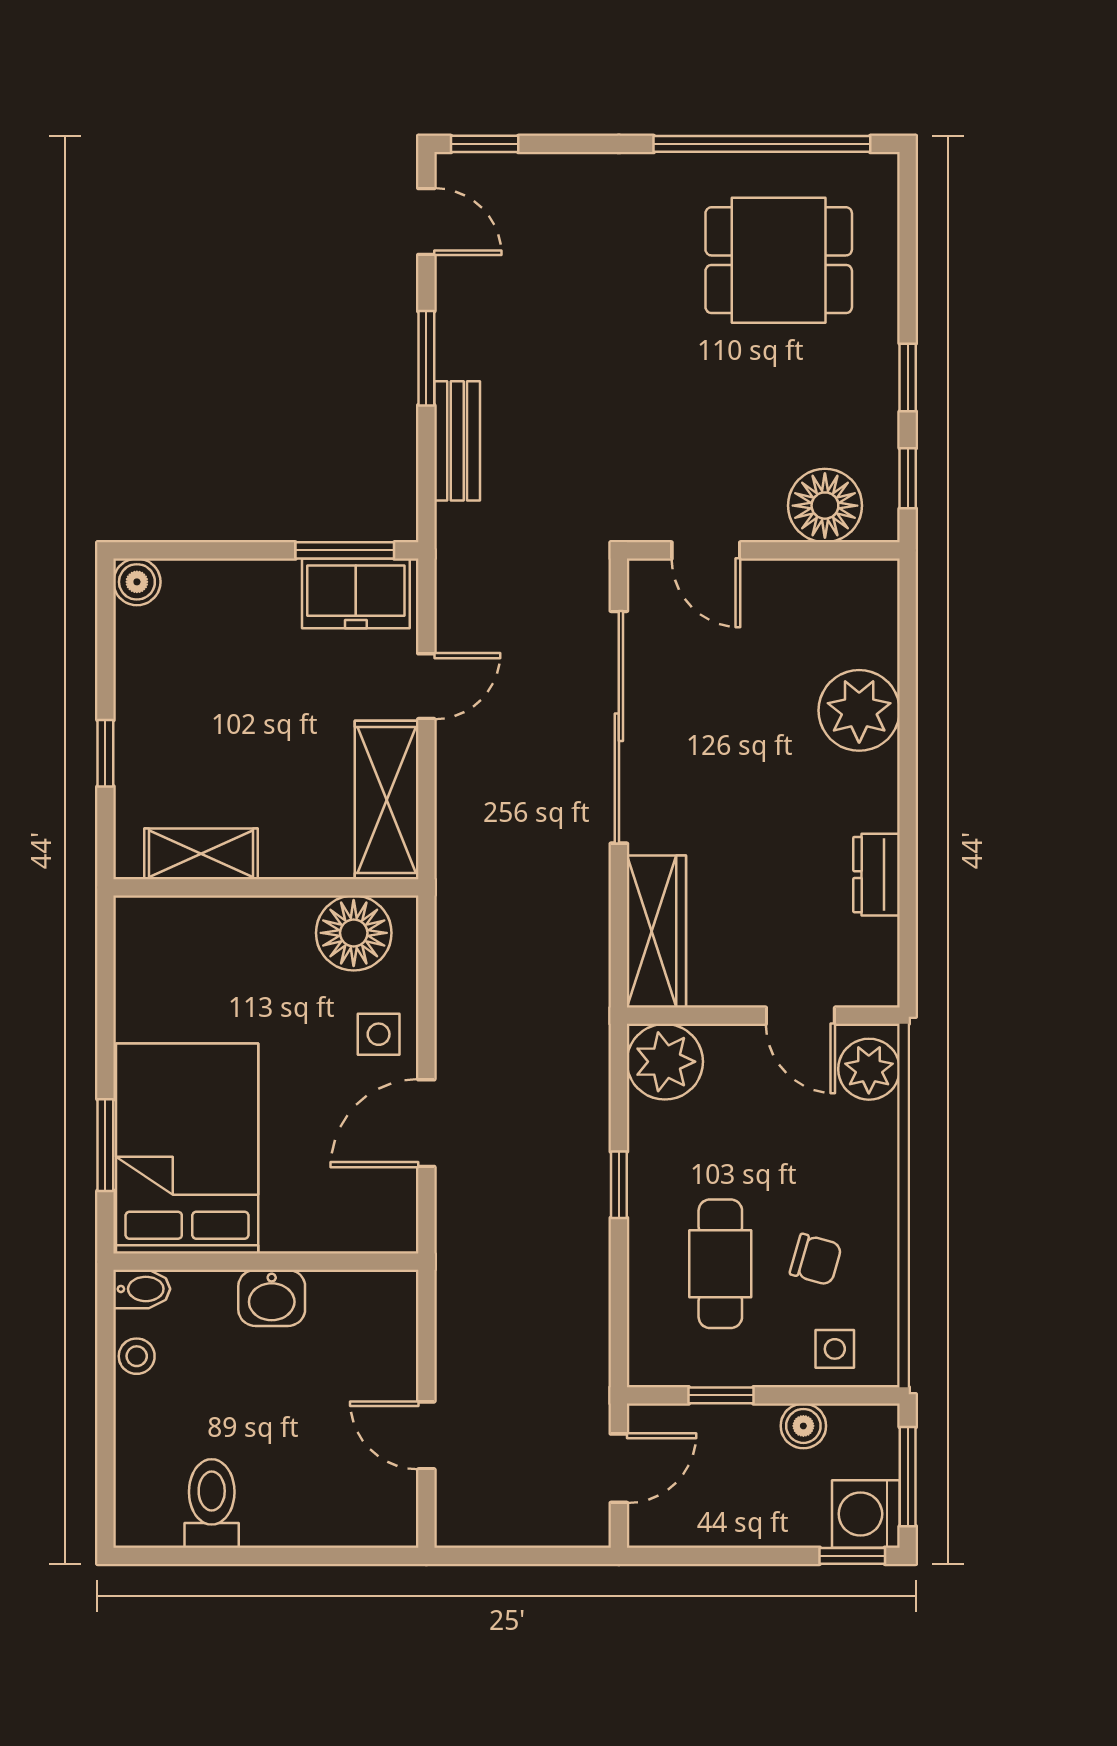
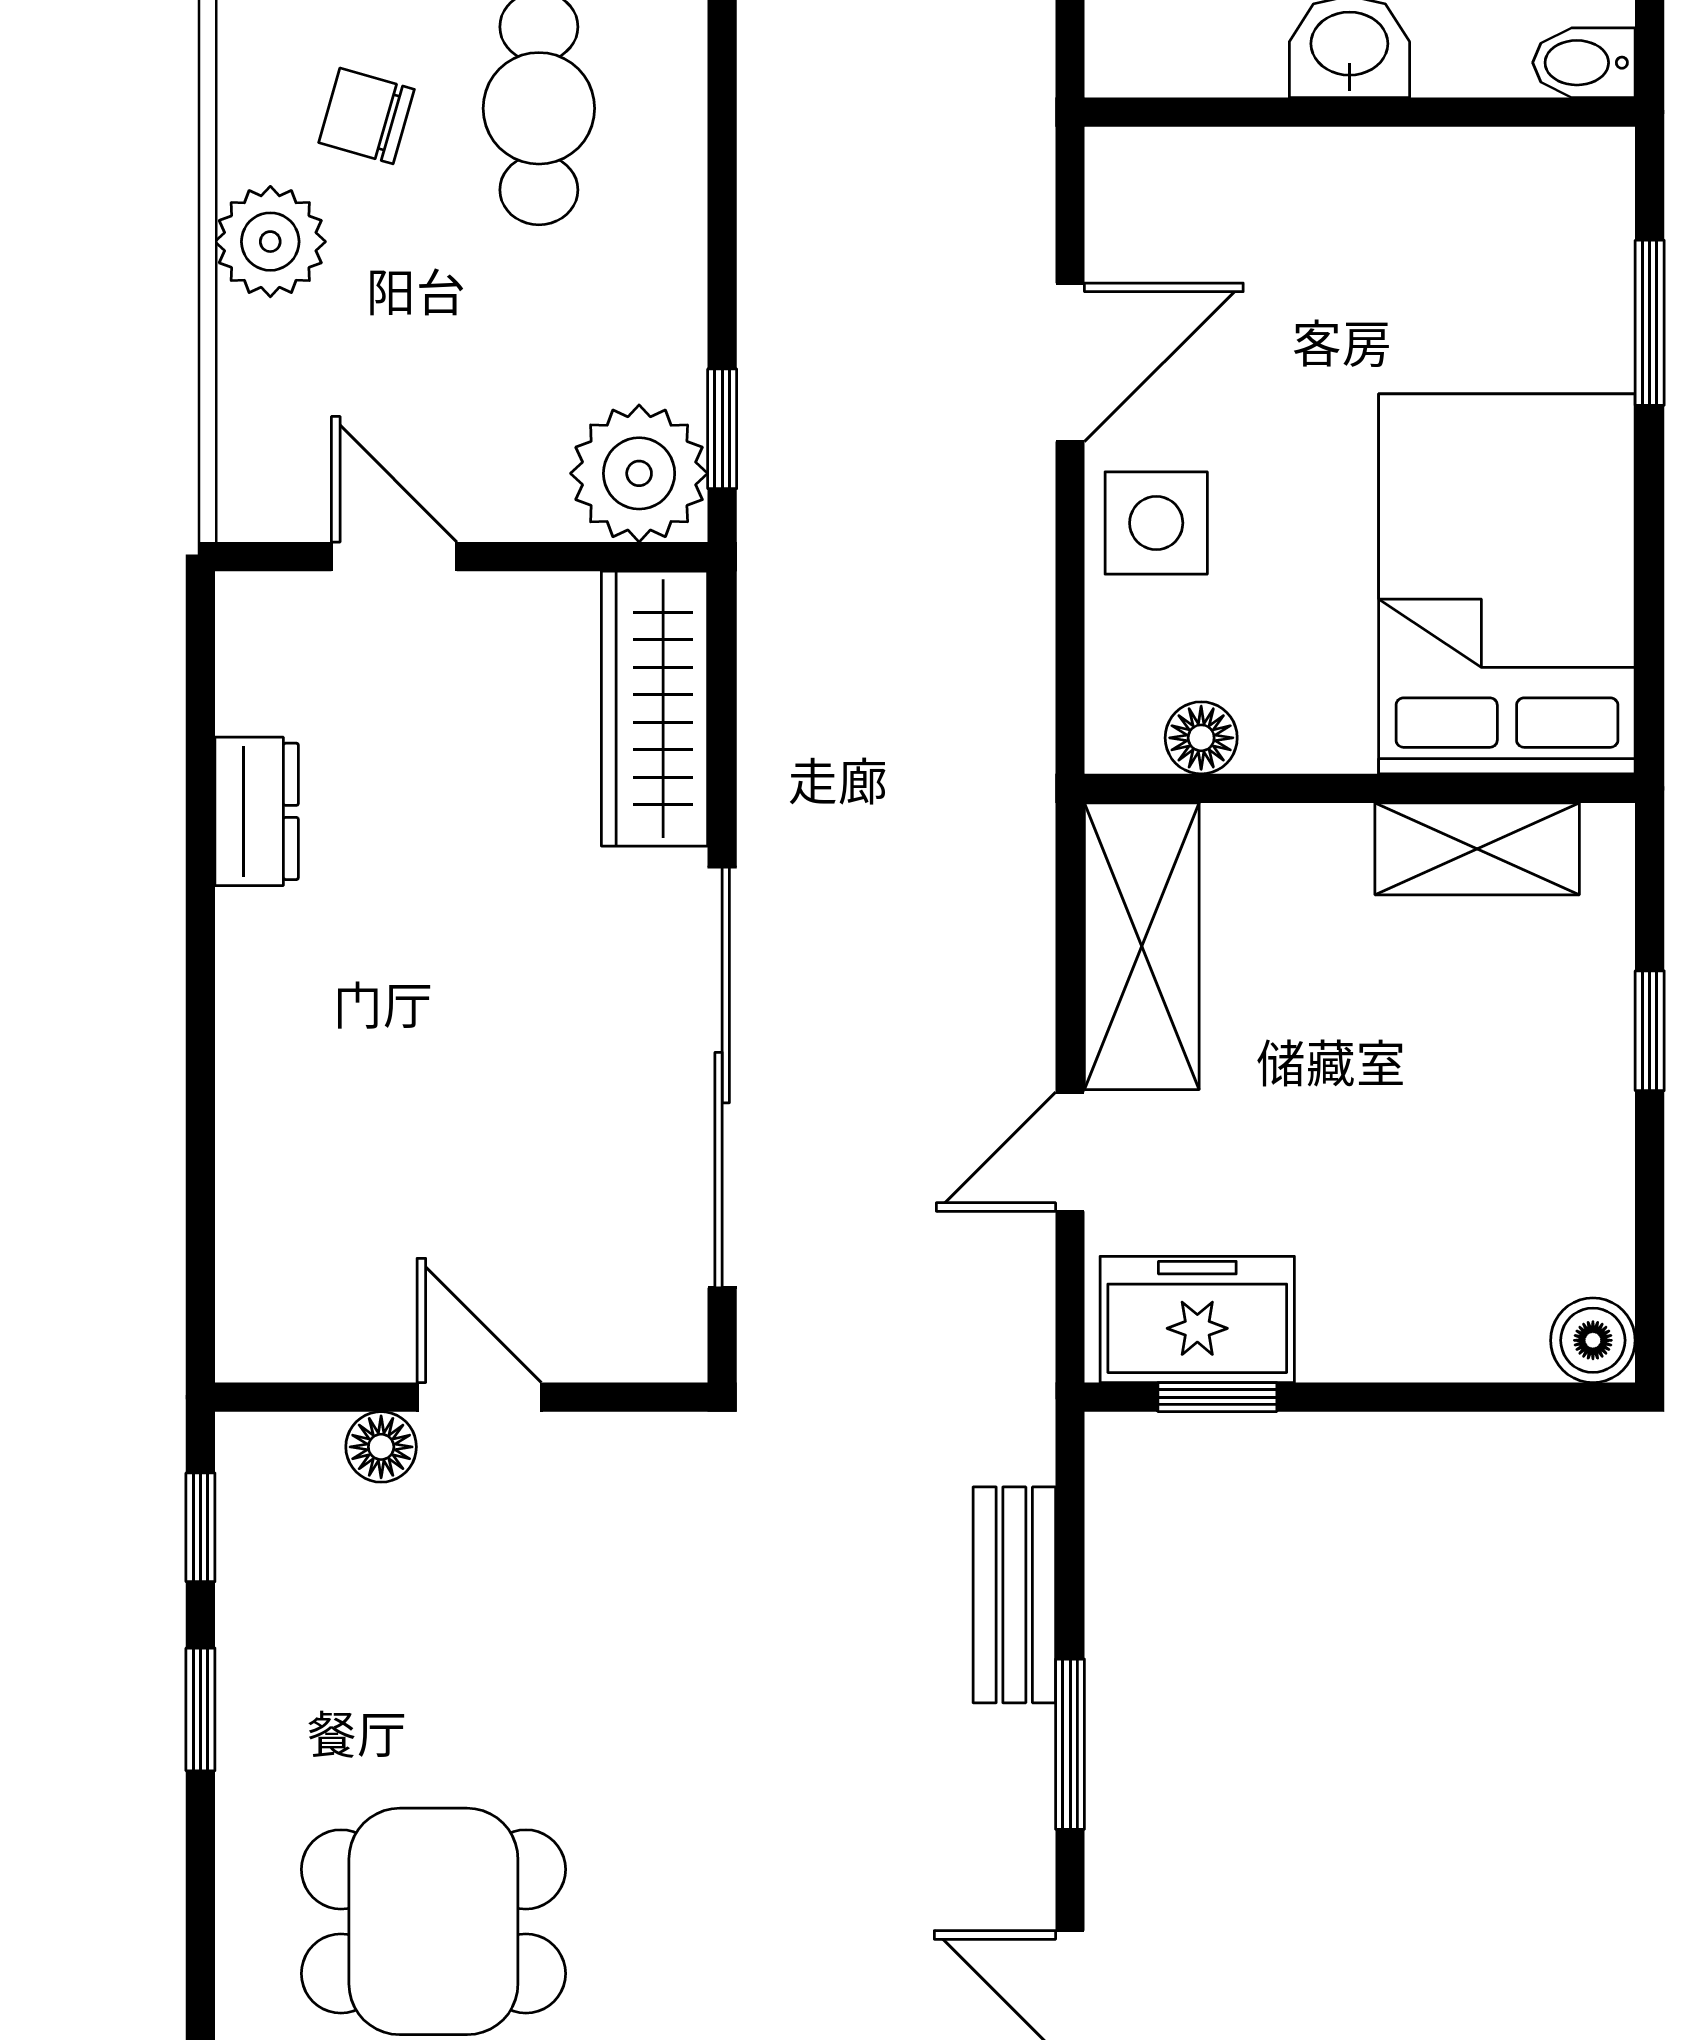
floor lamp: (825, 506) -> (381, 1447), width x0.53, depth x0.53
window: (345, 550) -> (1217, 1397), width x0.67
door: (706, 550) -> (479, 1397), moved
plant: (859, 710) -> (288, 1108), removed
floor lamp: (354, 933) -> (1201, 738), width x0.53, depth x0.53
side table: (379, 1034) -> (1156, 523), width x1.37, depth x1.37
plant: (869, 1069) -> (270, 242), moved
bed: (187, 1148) -> (1507, 584), moved, turned 180
window: (619, 1185) -> (722, 429), moved

